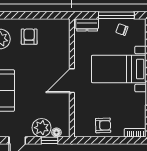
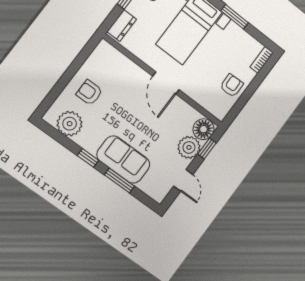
floor lamp: (56, 132) -> (204, 129), width x1.89, depth x1.89

